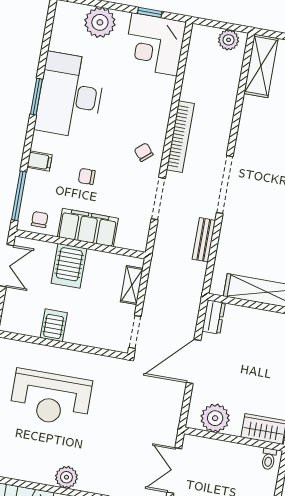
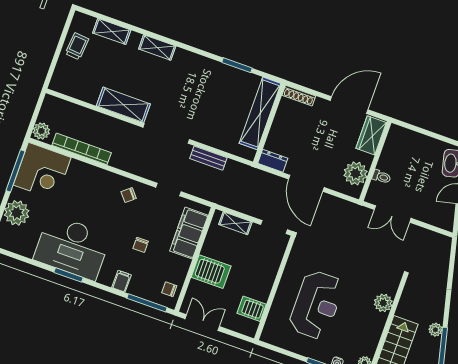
window: (150, 12) -> (15, 171), width x2.17
plant: (229, 40) -> (41, 131), moved
shelving: (261, 66) -> (123, 105), moved
bookcase: (180, 137) -> (82, 149), moved
doorway: (158, 199) -> (169, 190), width x0.73
filing cabinet: (88, 228) -> (189, 233), moved
server rack: (54, 325) -> (252, 309), moved
toilet: (269, 459) -> (381, 177), moved

